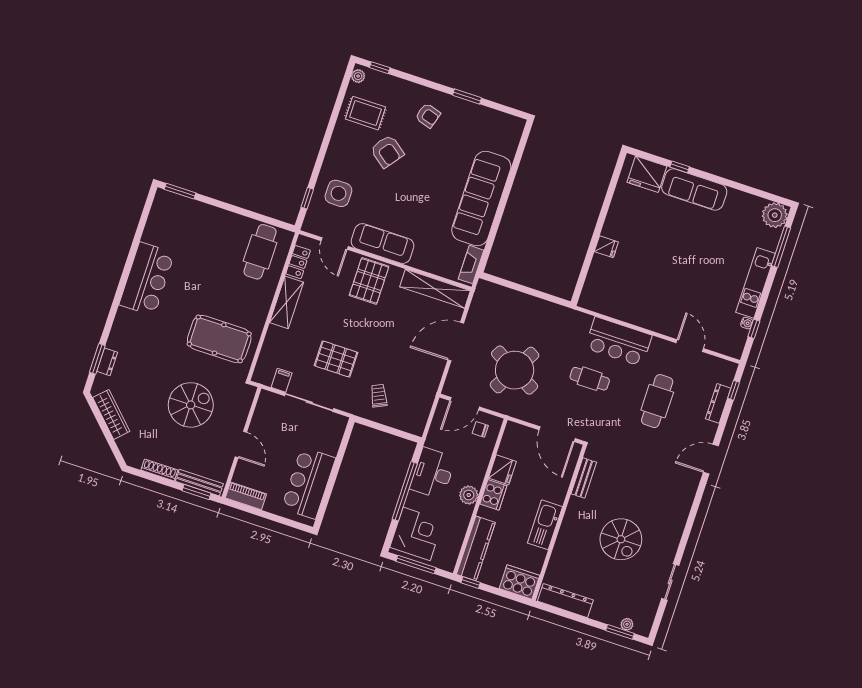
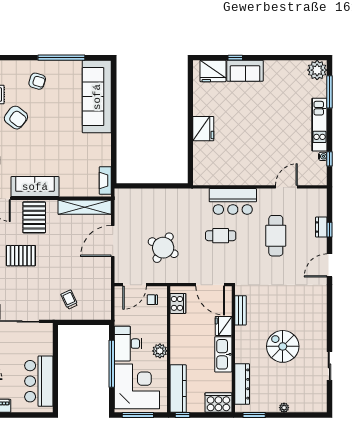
window: (467, 97) -> (61, 58), width x2.11
sofa: (694, 189) -> (245, 71), width x0.73
sofa: (481, 199) -> (97, 97), moved
fridge: (606, 247) -> (203, 129), width x1.88, depth x1.34
door: (690, 346) -> (286, 187), hinge flipped
pallet: (336, 359) -> (21, 256), moved
round table: (515, 370) -> (163, 248), width x0.73, depth x0.73
window: (734, 390) -> (329, 230), moved
dresser: (718, 403) -> (321, 227), width x0.70
fridge: (502, 470) -> (224, 326), moved, turned 180
cooker: (493, 495) -> (178, 303), moved
corner desk: (417, 534) -> (137, 386), width x1.36, depth x1.36
spiral stairs: (621, 539) -> (283, 346), turned 180
dresser: (565, 601) -> (242, 384), moved, turned 90
plant: (627, 624) -> (284, 408), moved
window: (620, 632) -> (254, 415), moved

